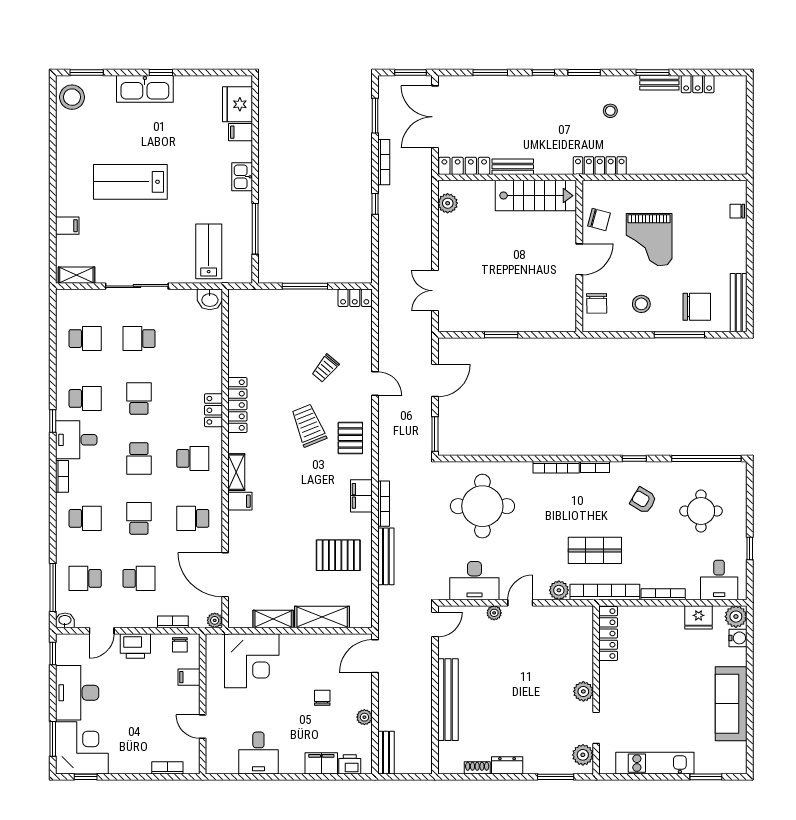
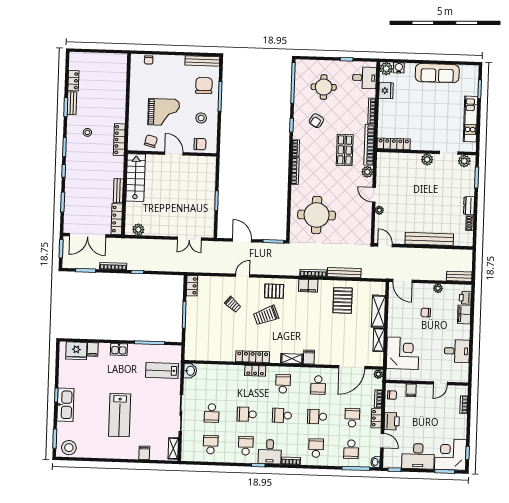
school desk: (139, 458) -> (282, 415), turned 180
desk: (474, 581) -> (360, 221), removed
locker: (139, 620) -> (376, 418), added

